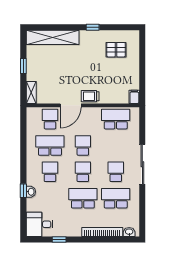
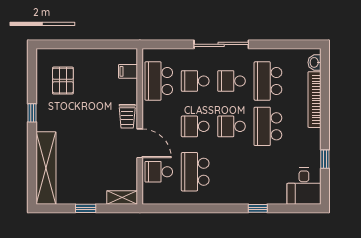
filing cabinet: (134, 97) -> (128, 71), moved
school desk: (50, 172) -> (195, 81), moved
washbasin: (31, 192) -> (259, 198), removed

